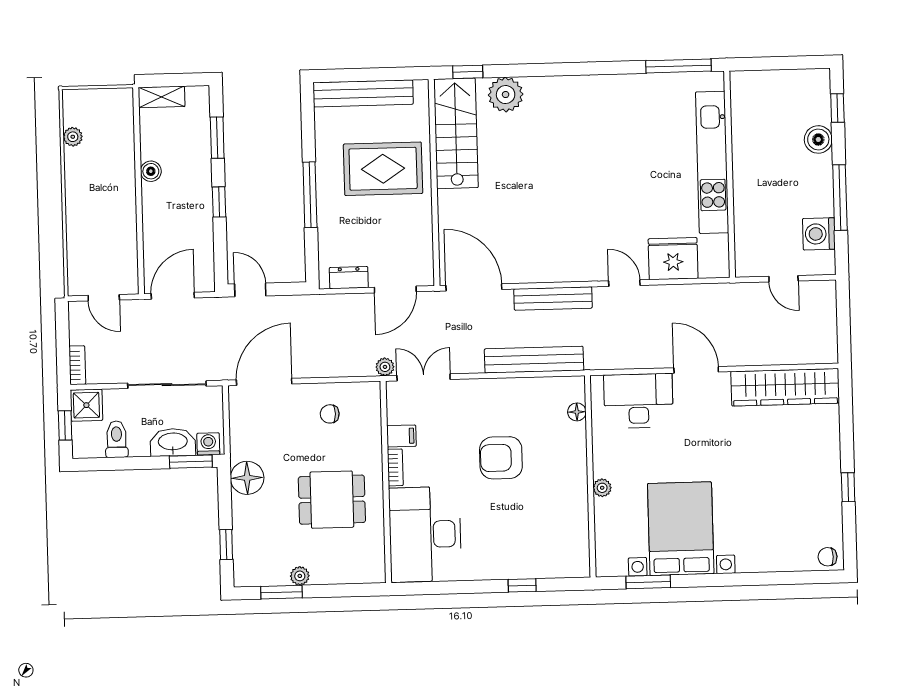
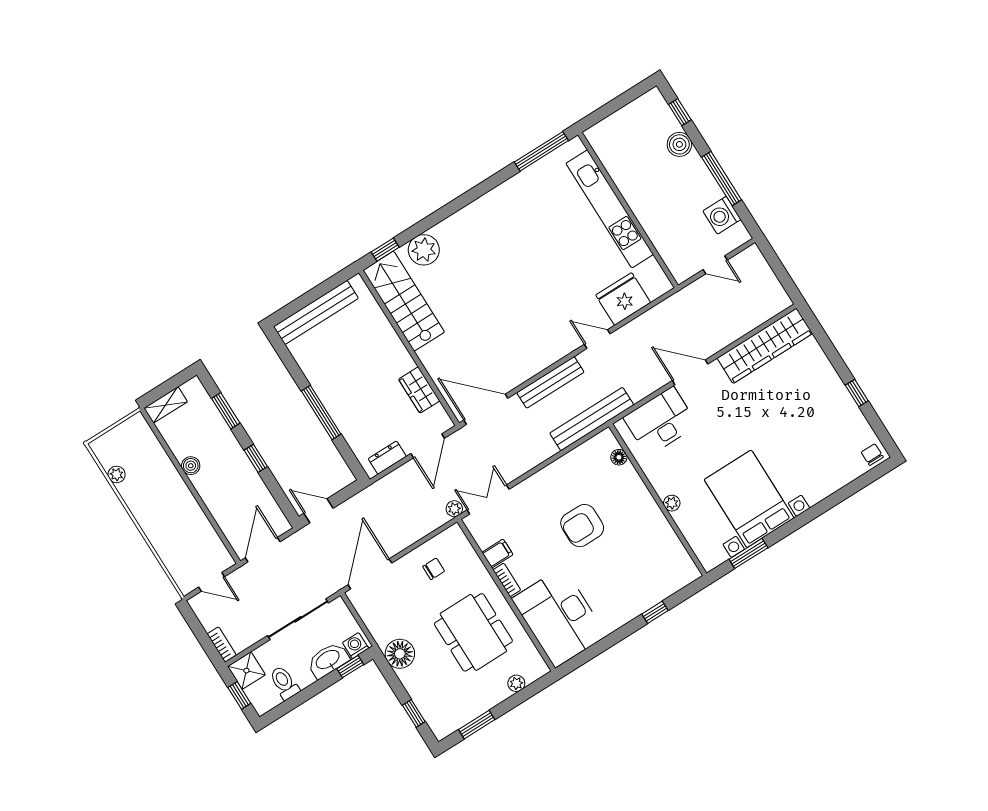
rug: (383, 169) -> (365, 360), removed
wardrobe: (419, 230) -> (419, 390), added
bench: (534, 360) -> (592, 419), moved
chair: (330, 414) -> (434, 569), turned 180
window: (191, 462) -> (350, 667), width x0.67
dining table: (332, 500) -> (473, 632), width x1.37
chair: (828, 557) -> (872, 455), turned 90
plant: (300, 576) -> (516, 683), moved

